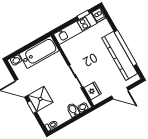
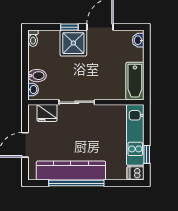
bathtub: (39, 52) -> (135, 81), width x0.73, depth x0.73

